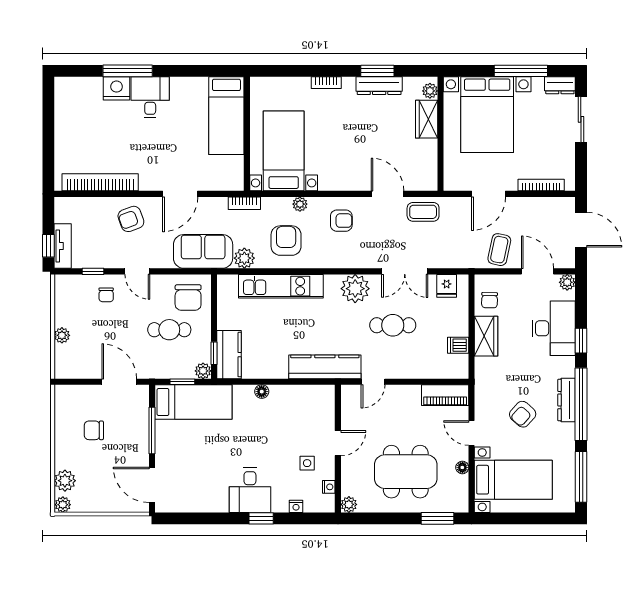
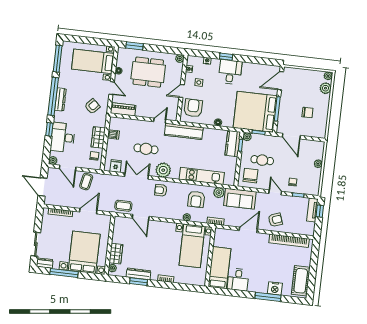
desk: (150, 97) -> (238, 280), moved
cot: (69, 109) -> (301, 281), added
armchair: (341, 221) -> (161, 190), moved
bed: (193, 402) -> (255, 112), width x2.04
armchair: (312, 413) -> (193, 108), added
armchair: (523, 414) -> (92, 106), moved
door: (152, 485) -> (281, 81), swing flipped

